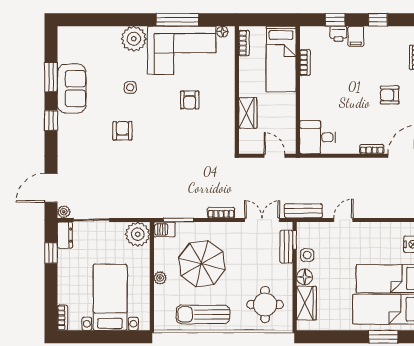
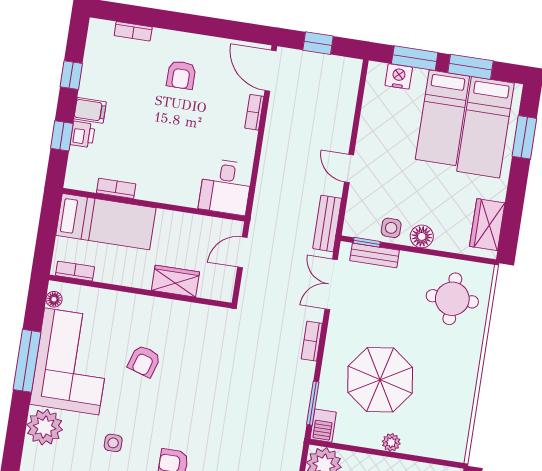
armchair: (190, 100) -> (144, 361), turned 107
wardrobe: (306, 303) -> (487, 225), moved, turned -90
sun lounger: (203, 314) -> (453, 389), removed

